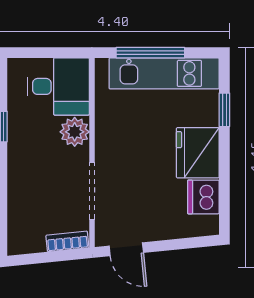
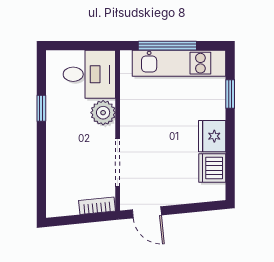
fridge: (198, 153) -> (212, 136), width x0.73, depth x0.75

